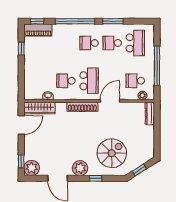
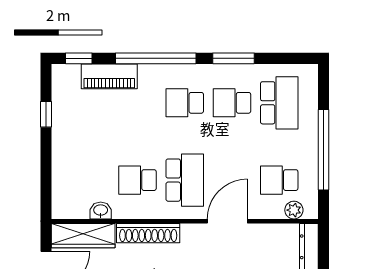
piano: (38, 30) -> (109, 76), moved
shoe rack: (82, 107) -> (148, 233), moved

